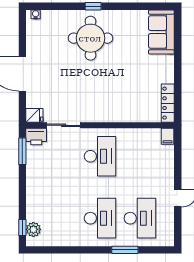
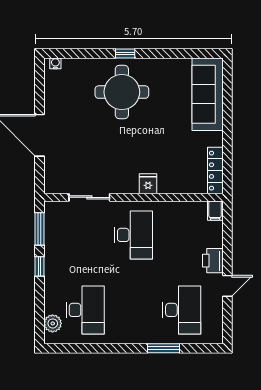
sofa: (161, 32) -> (208, 94), width x1.36
fridge: (34, 115) -> (148, 184), moved, turned -90
printer: (36, 137) -> (213, 261), moved, turned 90
desk: (100, 218) -> (85, 310), moved
window: (22, 227) -> (39, 266), moved

